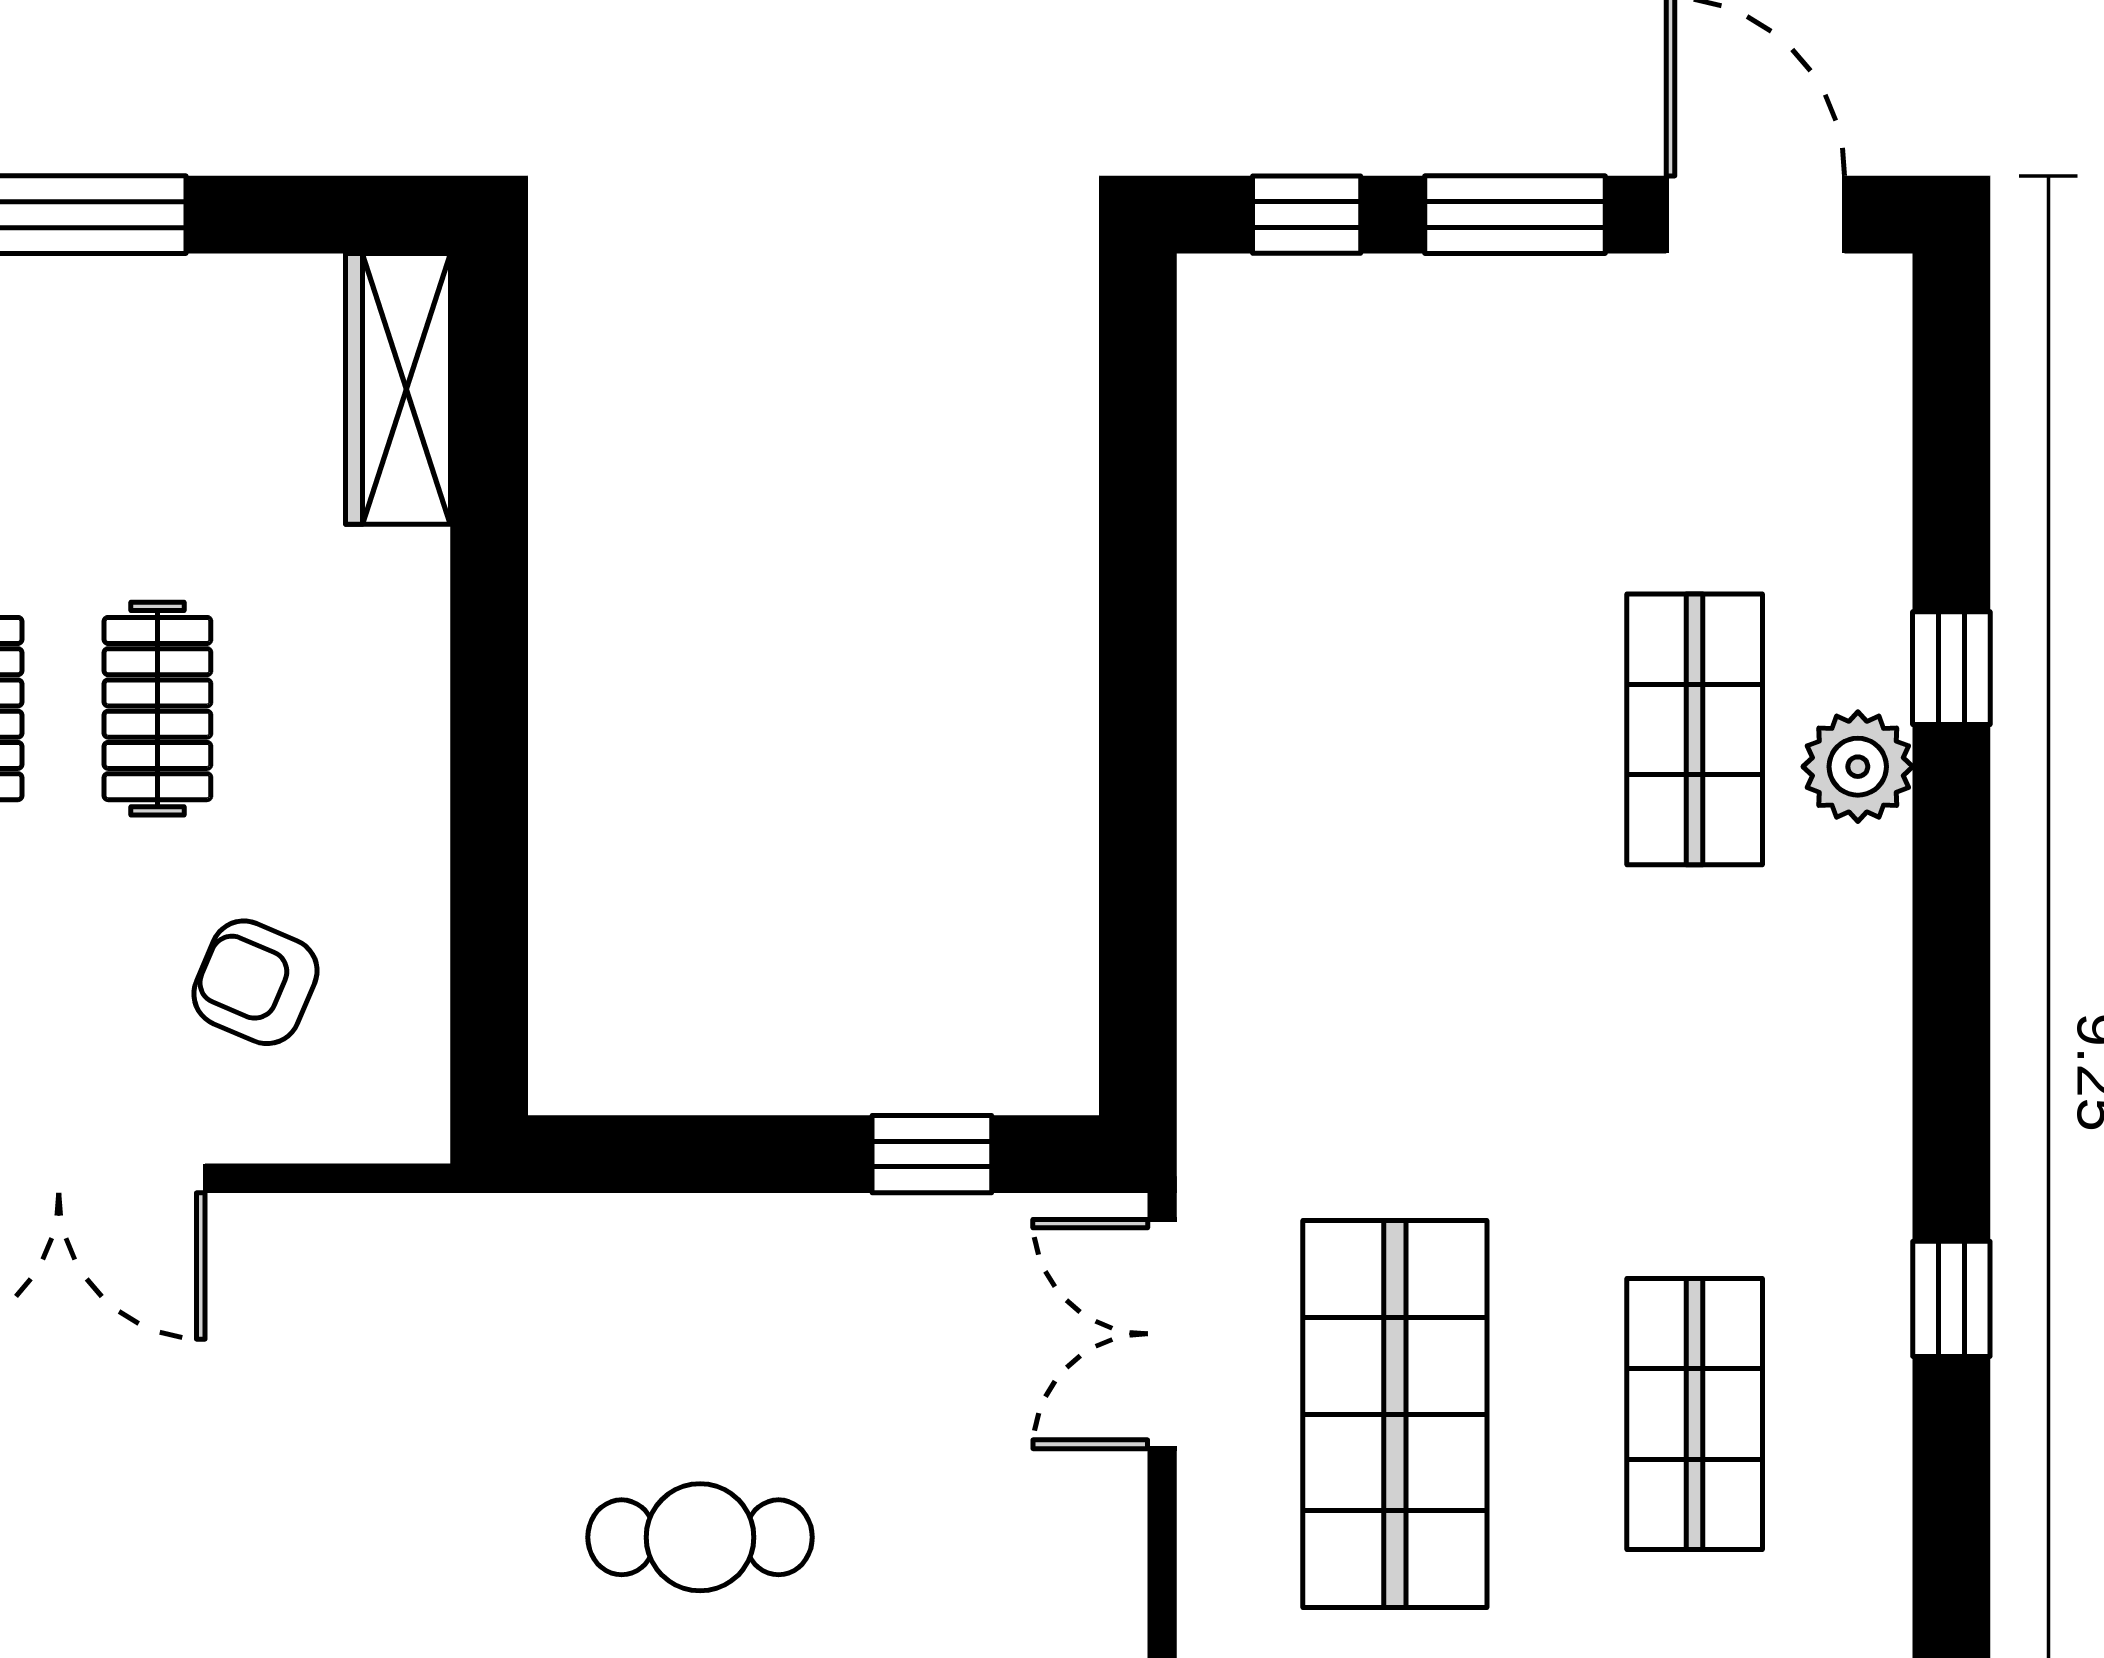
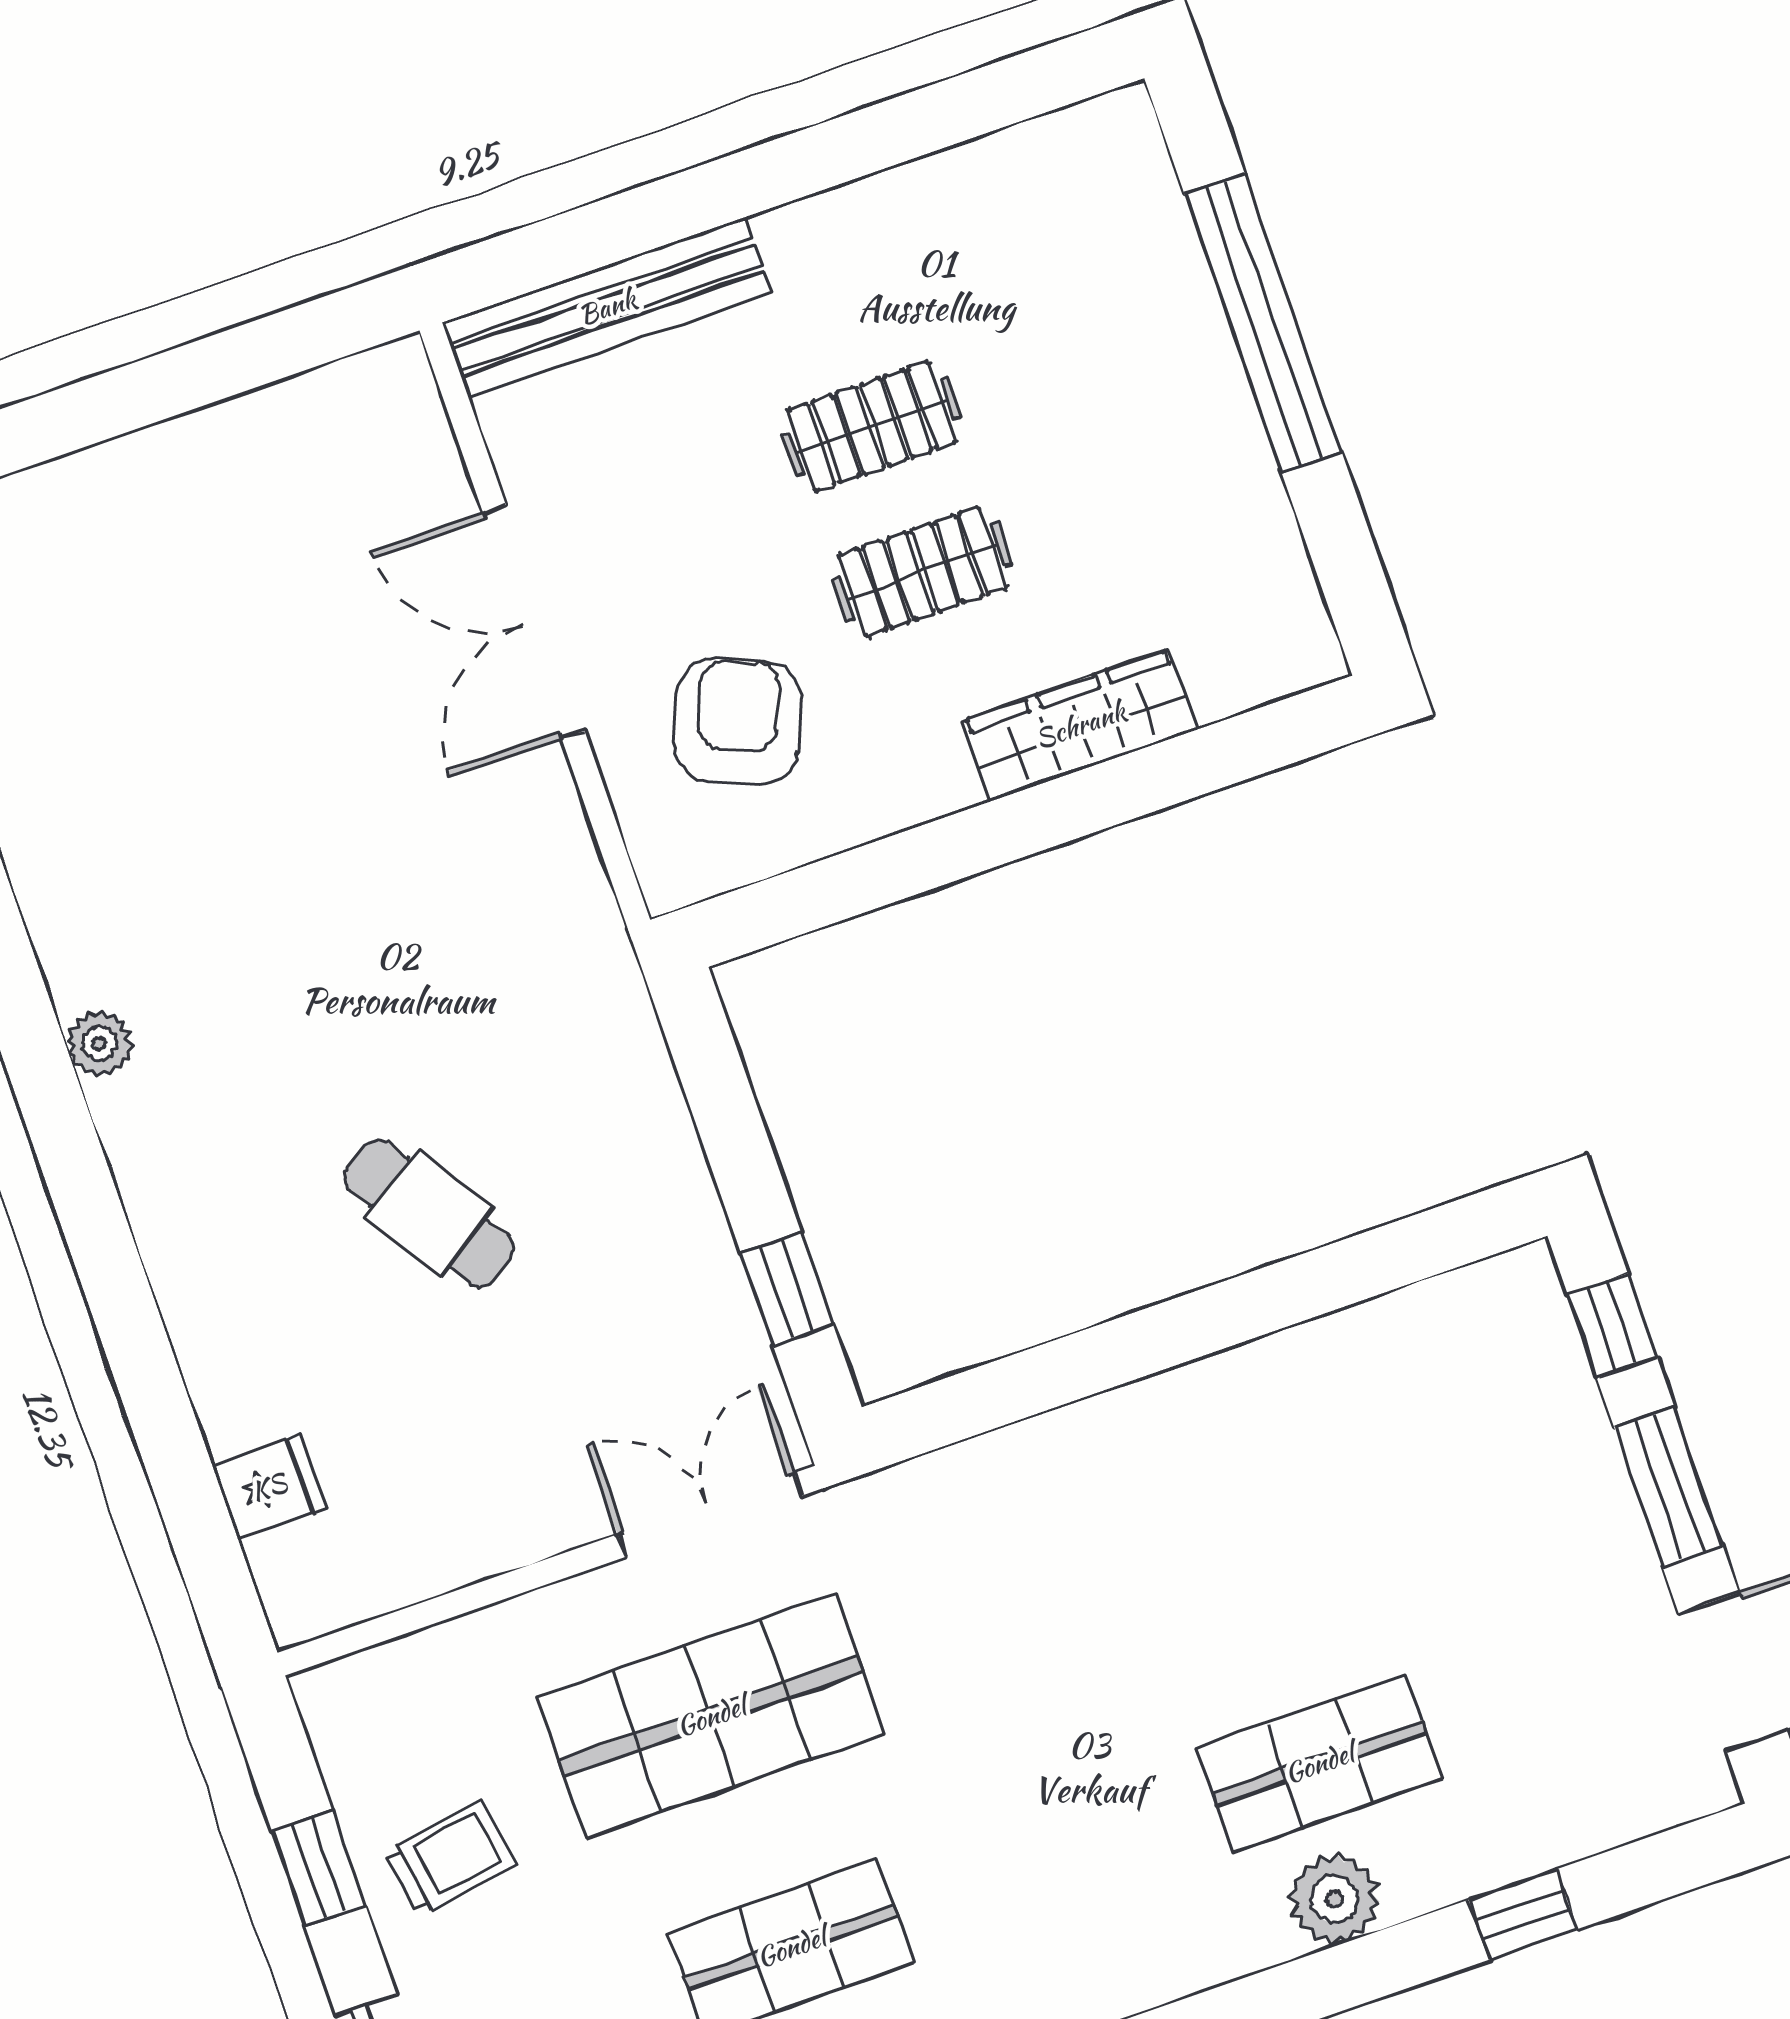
wardrobe: (398, 389) -> (1080, 725), moved
window: (1951, 668) -> (1523, 1914), moved
armchair: (255, 982) -> (738, 721), width x1.38, depth x1.38
cafe table: (700, 1537) -> (429, 1213), turned -33

